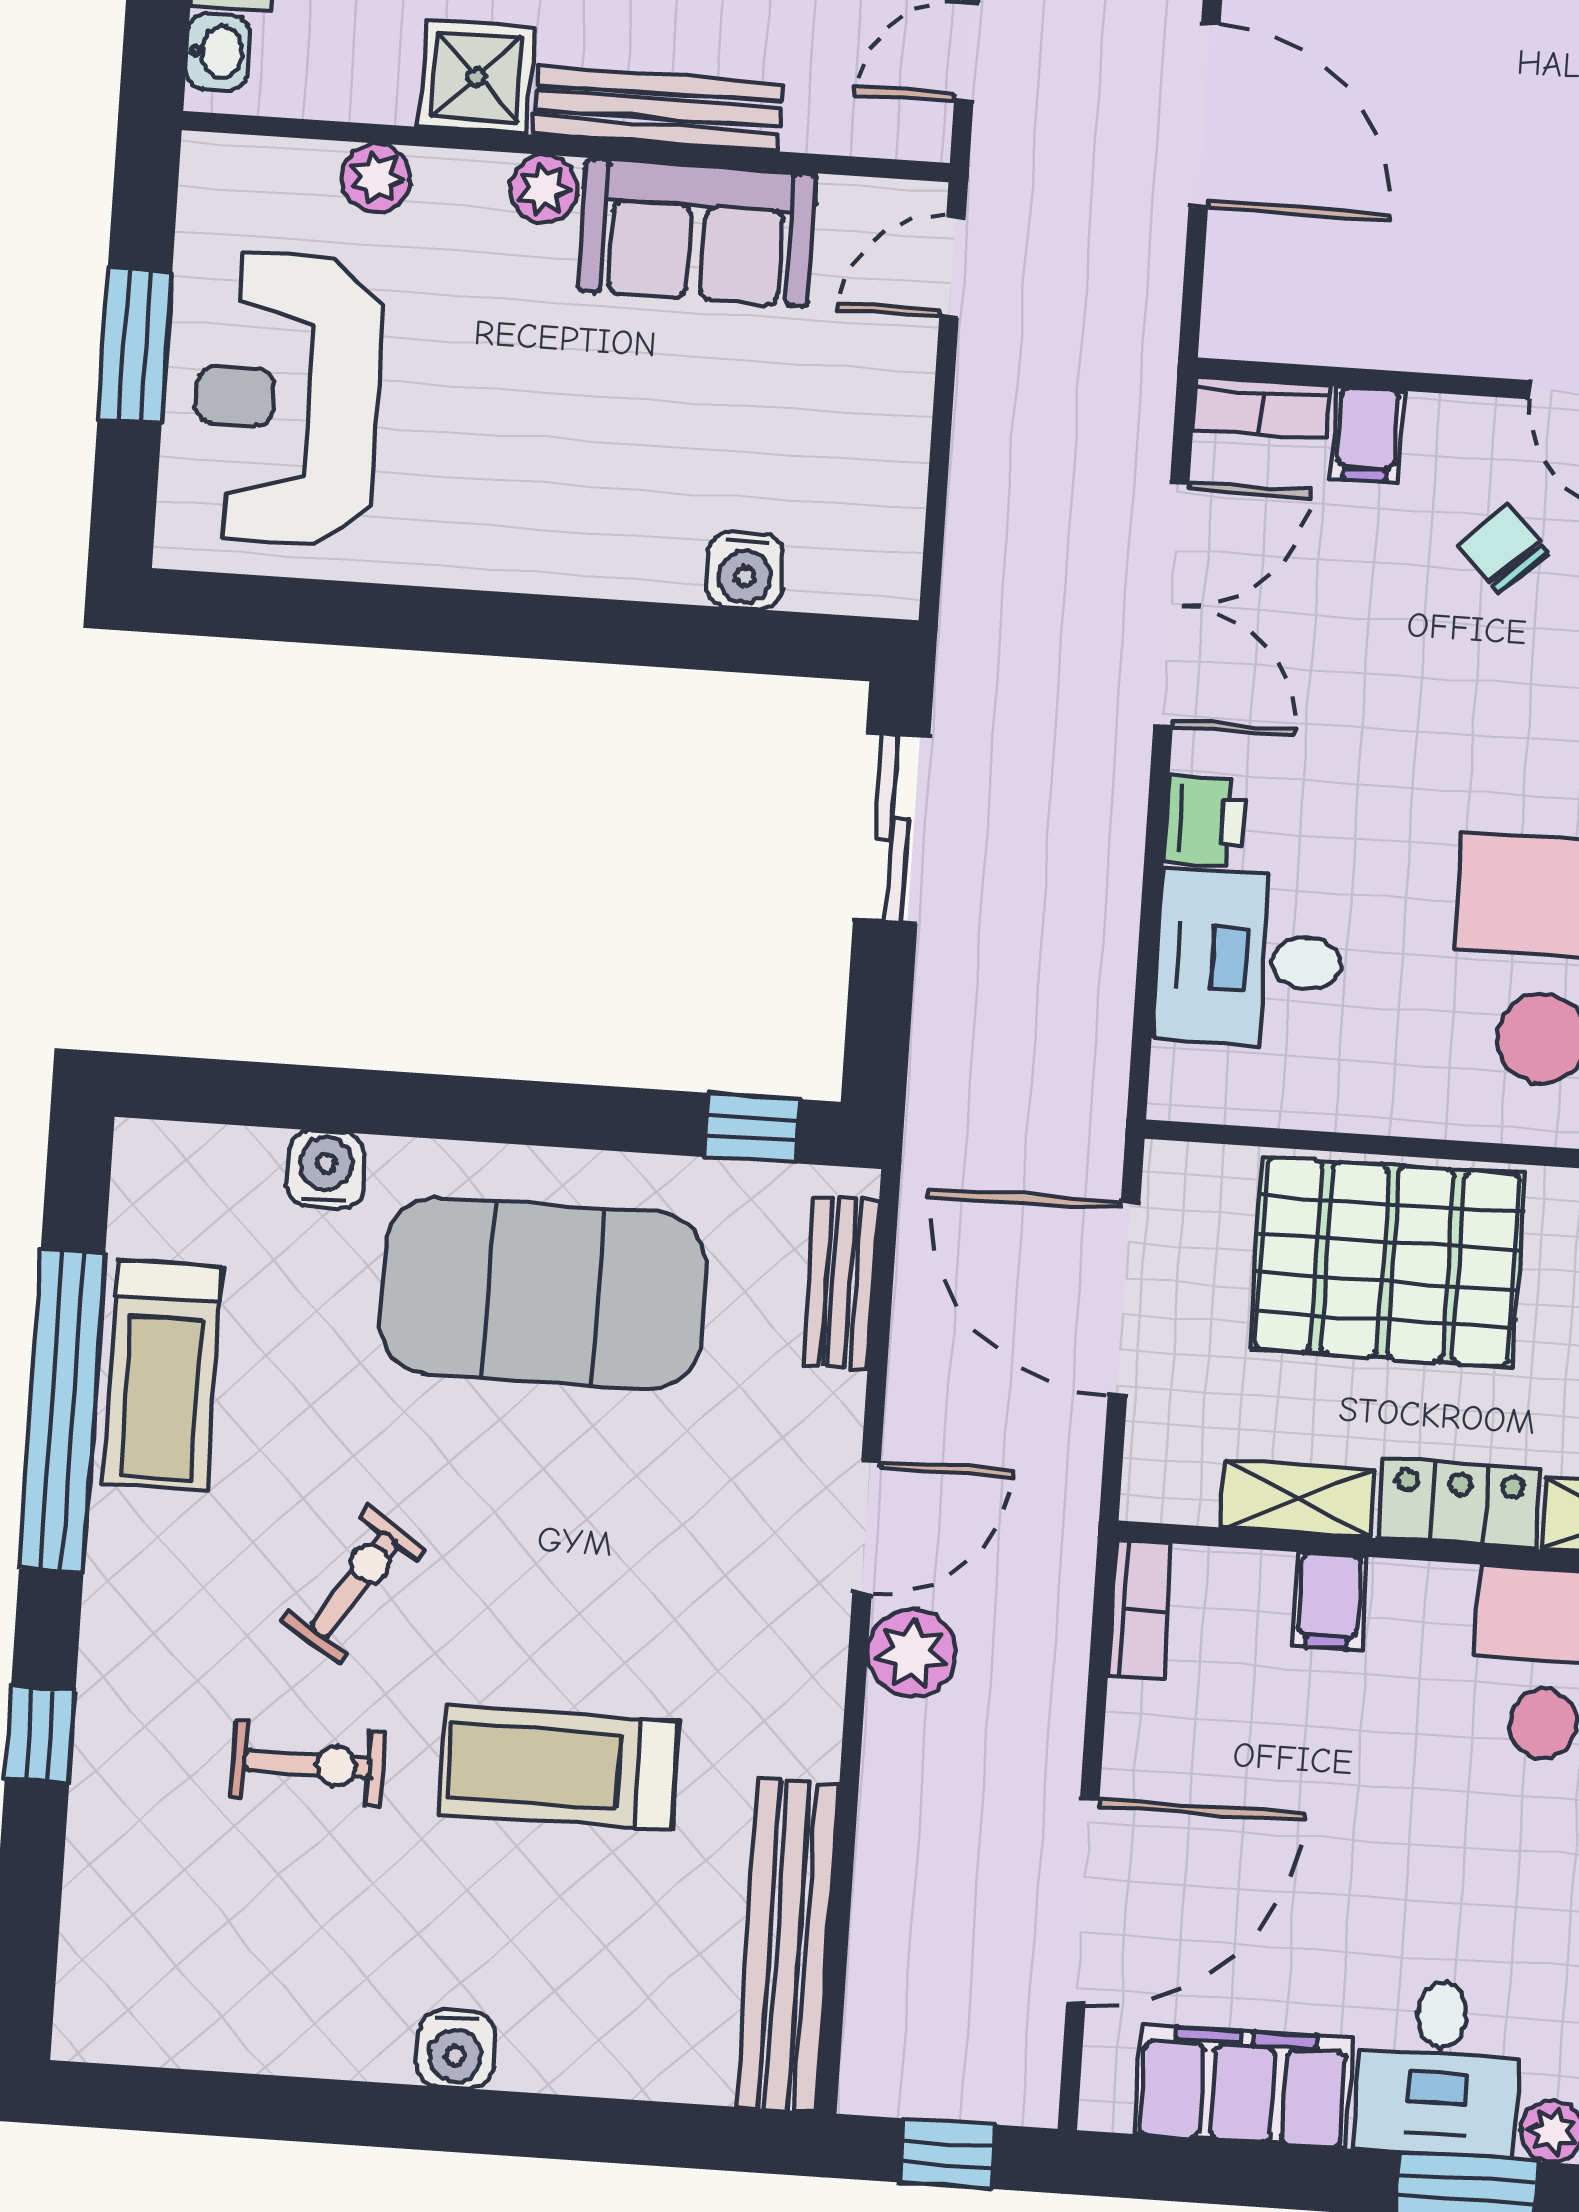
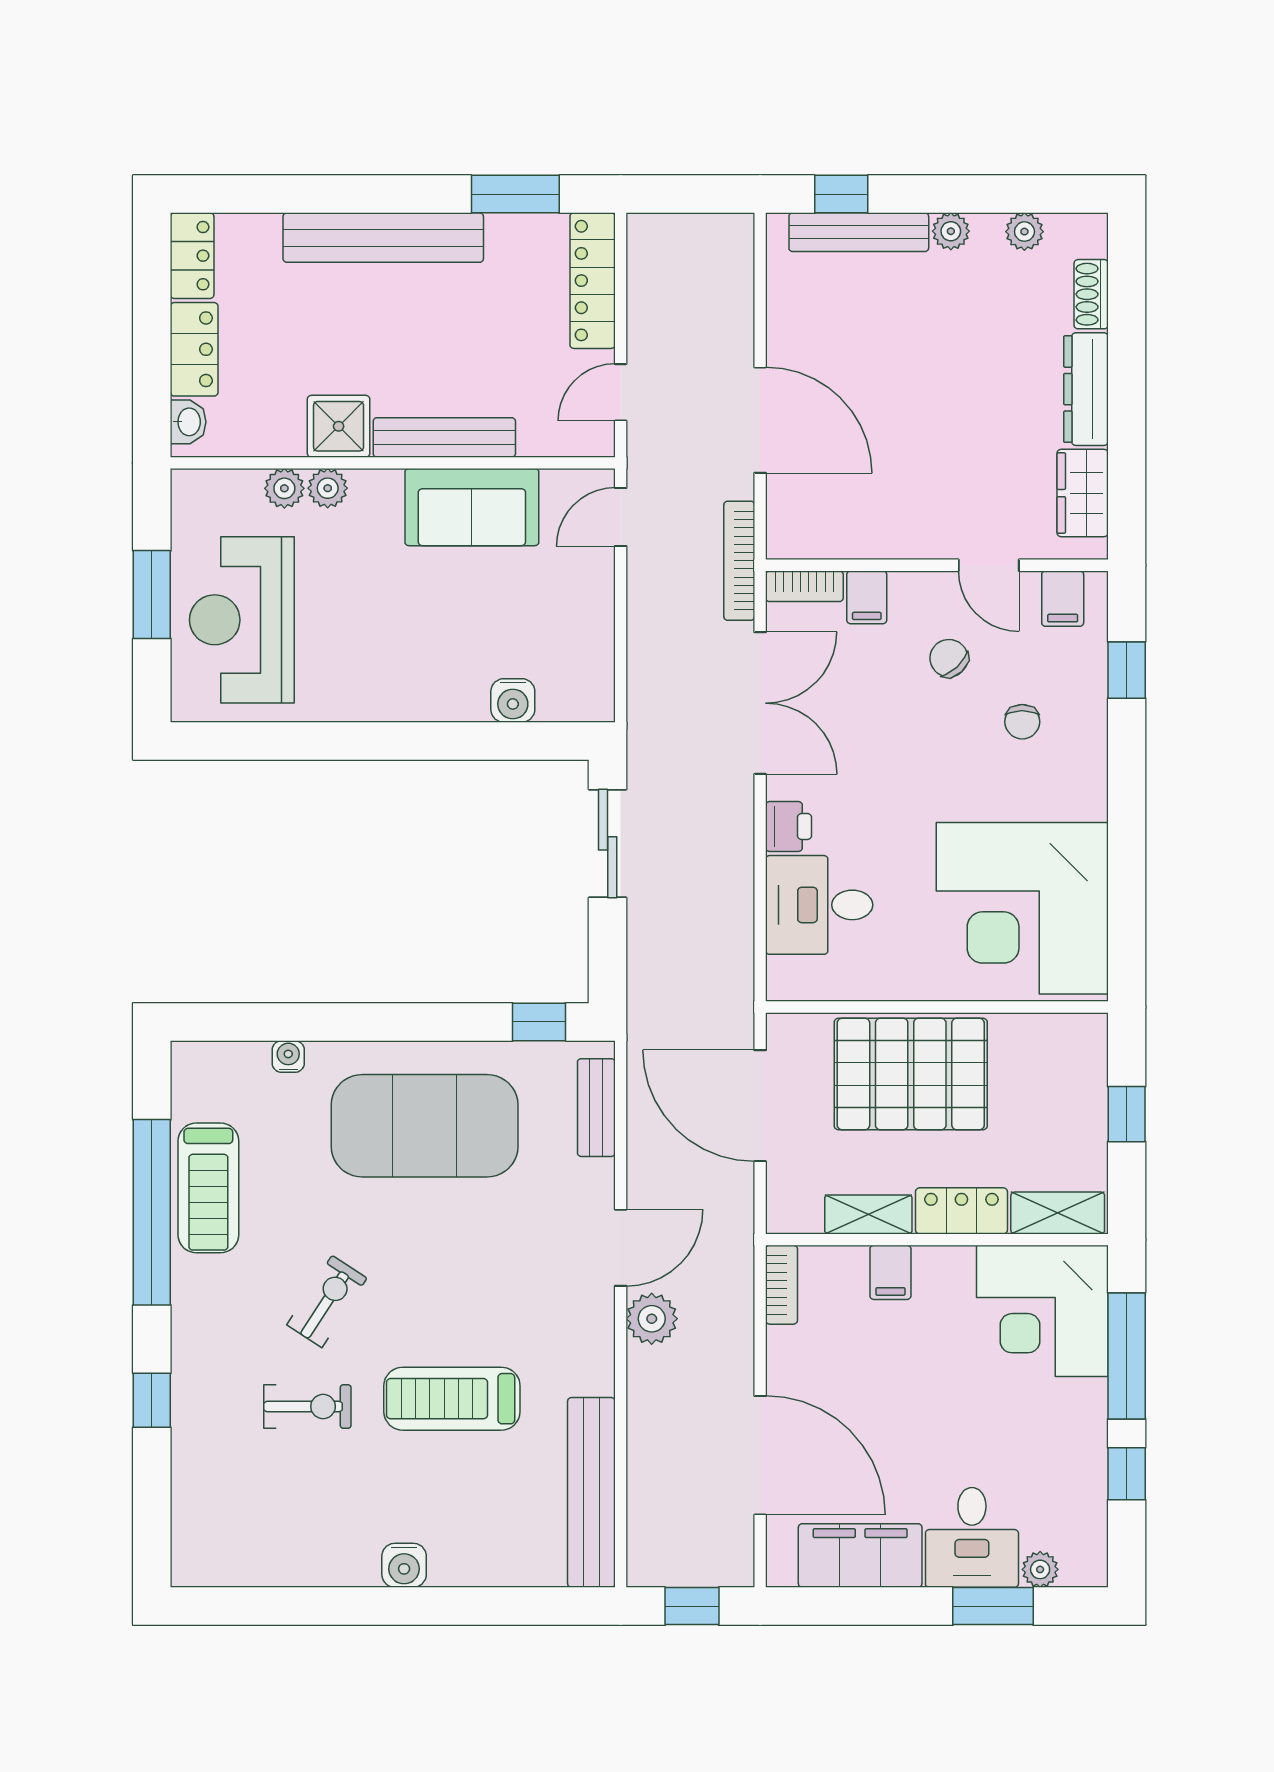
plant: (544, 189) -> (328, 488), moved
bookcase: (1152, 356) -> (739, 561), added
water cooler: (326, 1169) -> (288, 1057), width x0.72, depth x0.72
door: (1083, 1902) -> (760, 1455), hinge flipped

